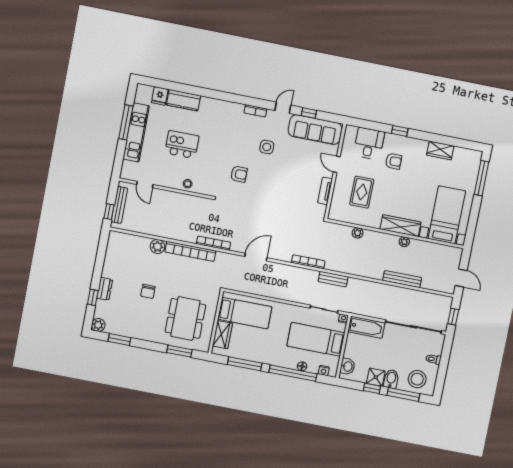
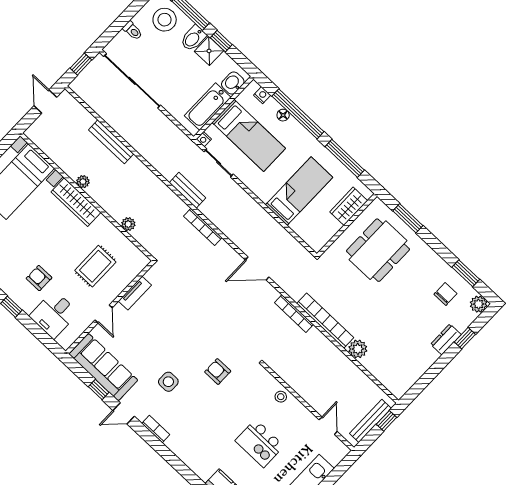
chair: (148, 291) -> (445, 294), moved
bed: (245, 313) -> (299, 191), moved, turned 90
bathtub: (366, 327) -> (208, 106), moved, turned -90

